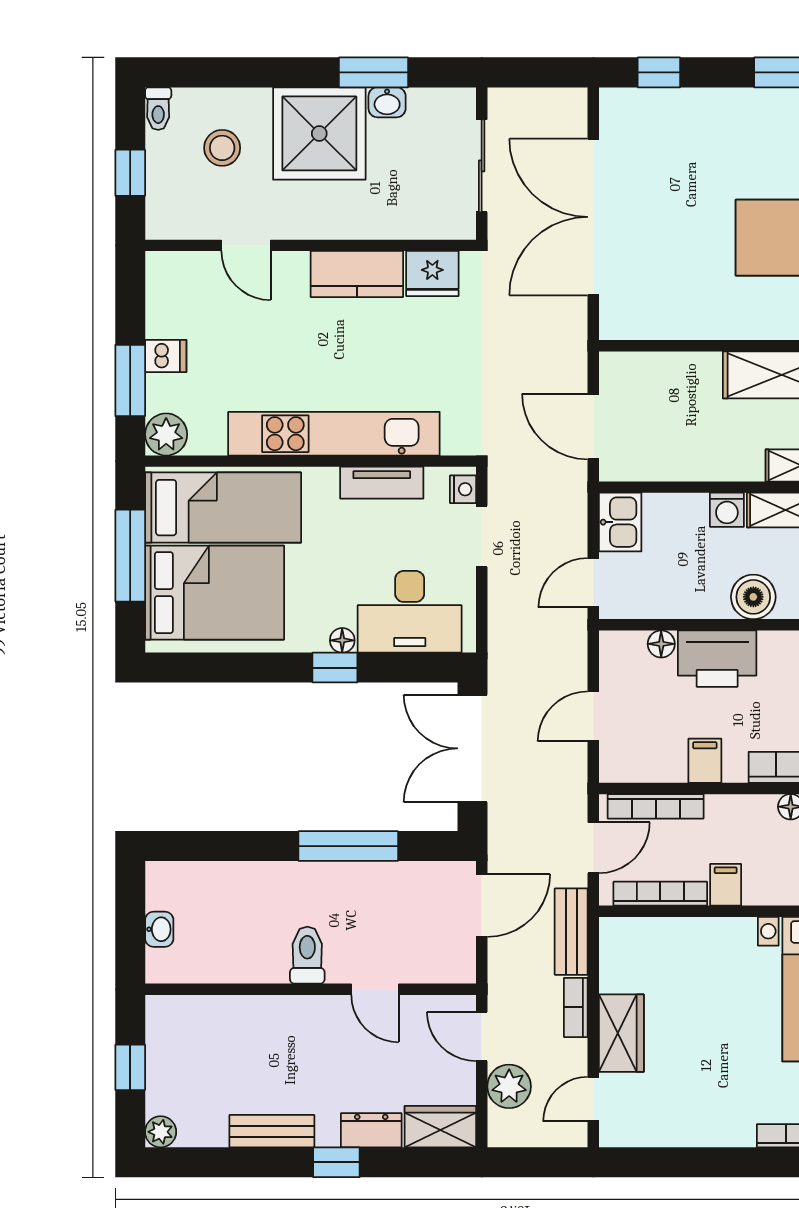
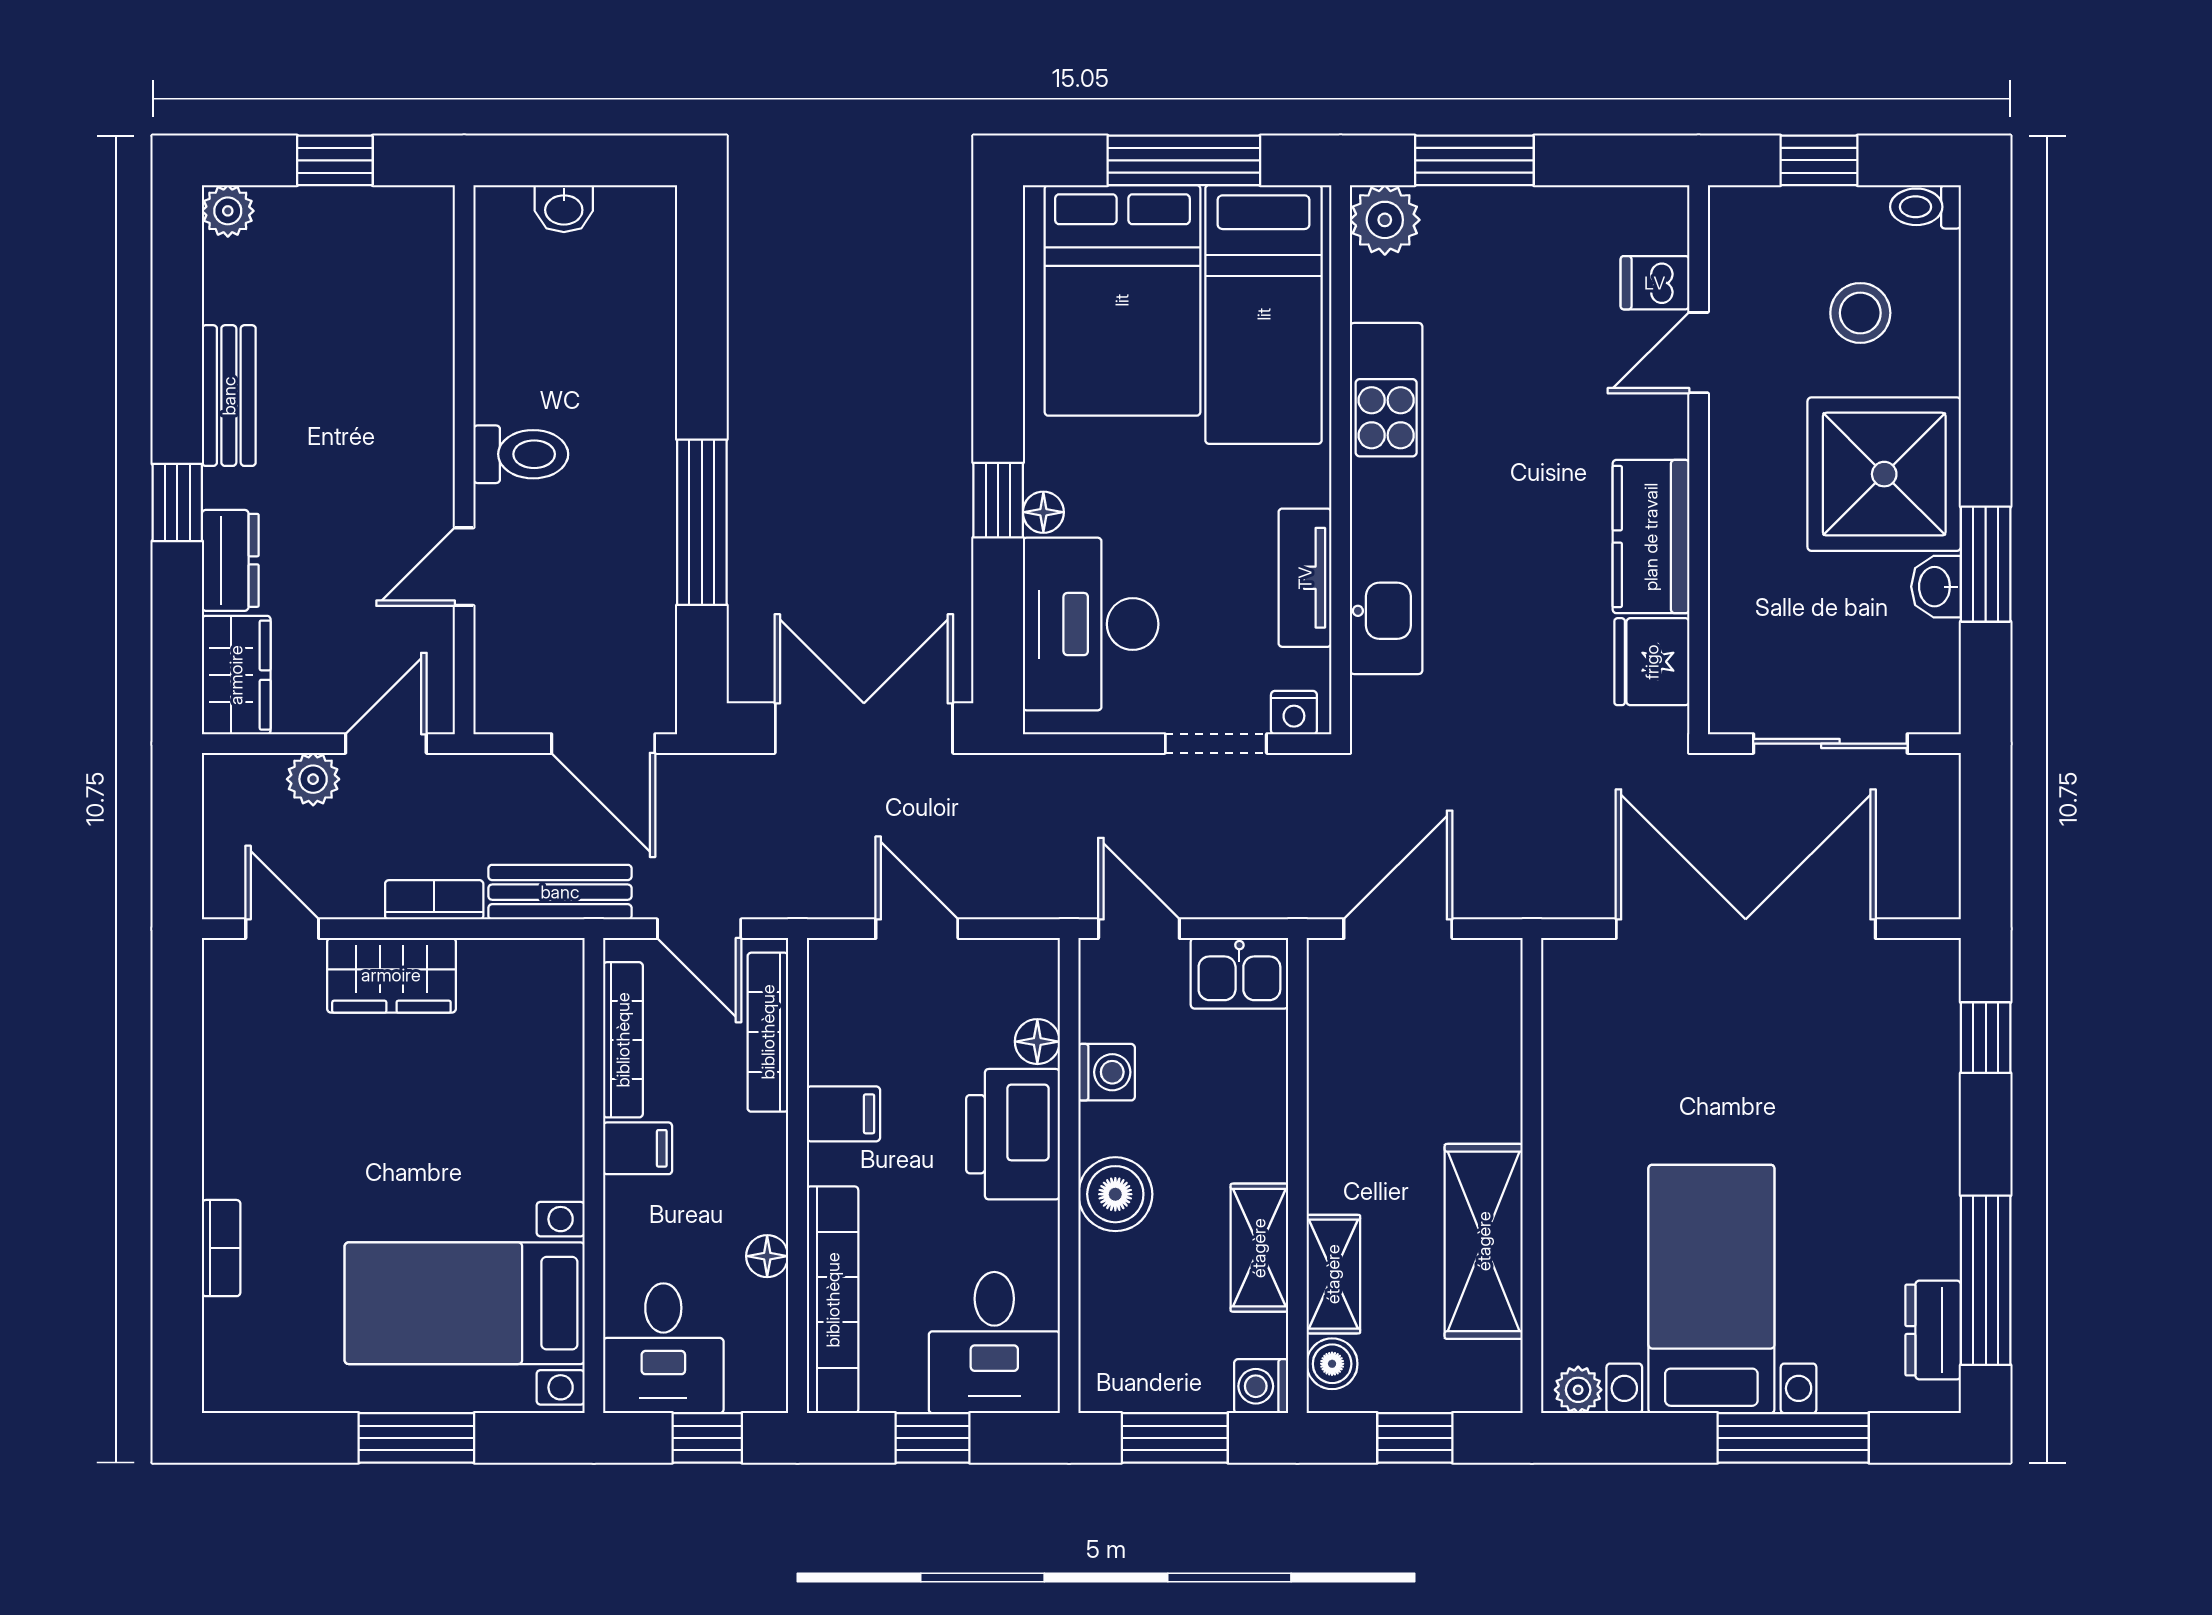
dishwasher: (166, 356) -> (1655, 283), moved, turned 90
washing machine: (727, 510) -> (1107, 1072), moved, turned 180
plant: (509, 1086) -> (313, 779), width x0.73, depth x0.73

